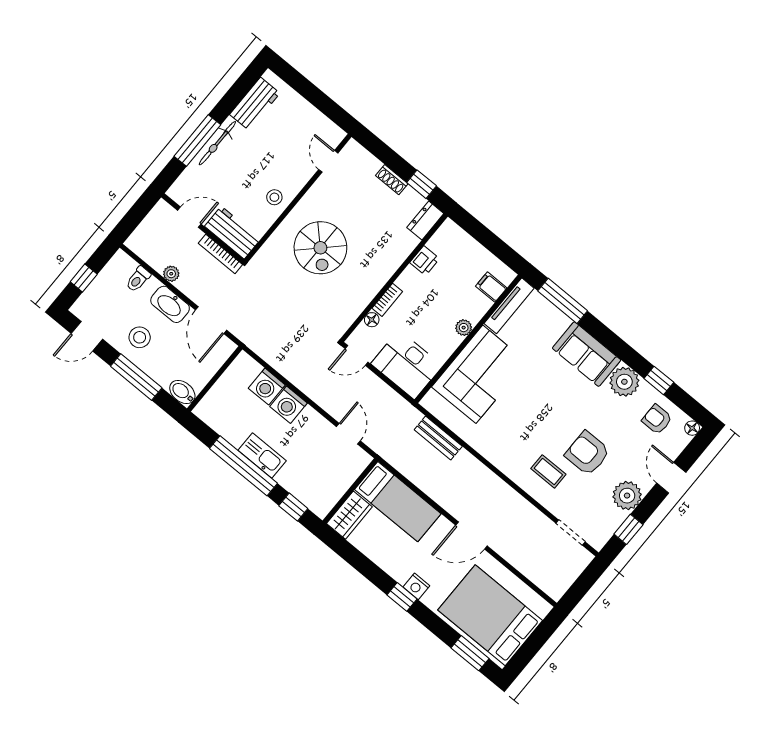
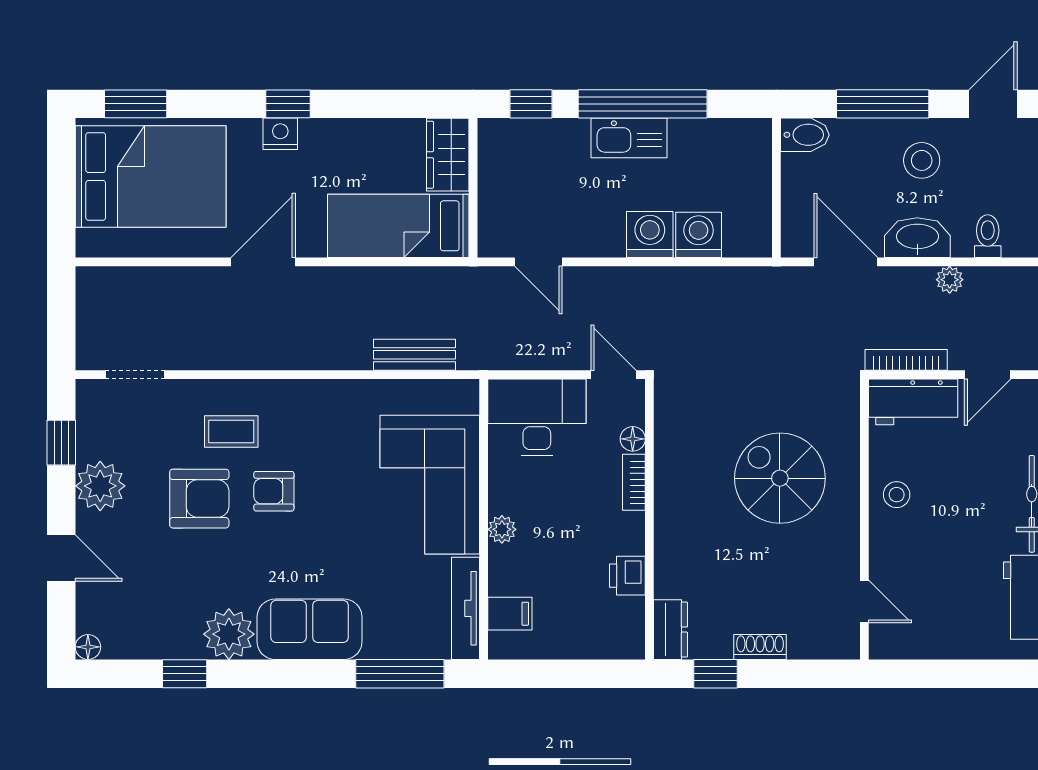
door: (357, 355) -> (614, 375), hinge flipped
armchair: (657, 419) -> (274, 491), moved, turned 180

